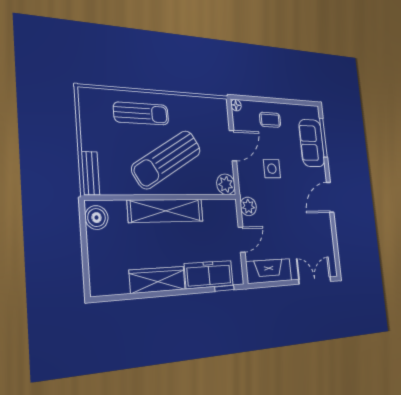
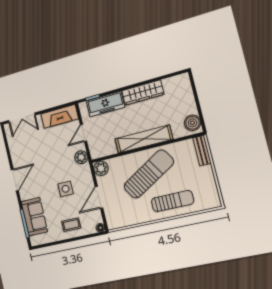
sun lounger: (141, 113) -> (173, 201), turned 180

